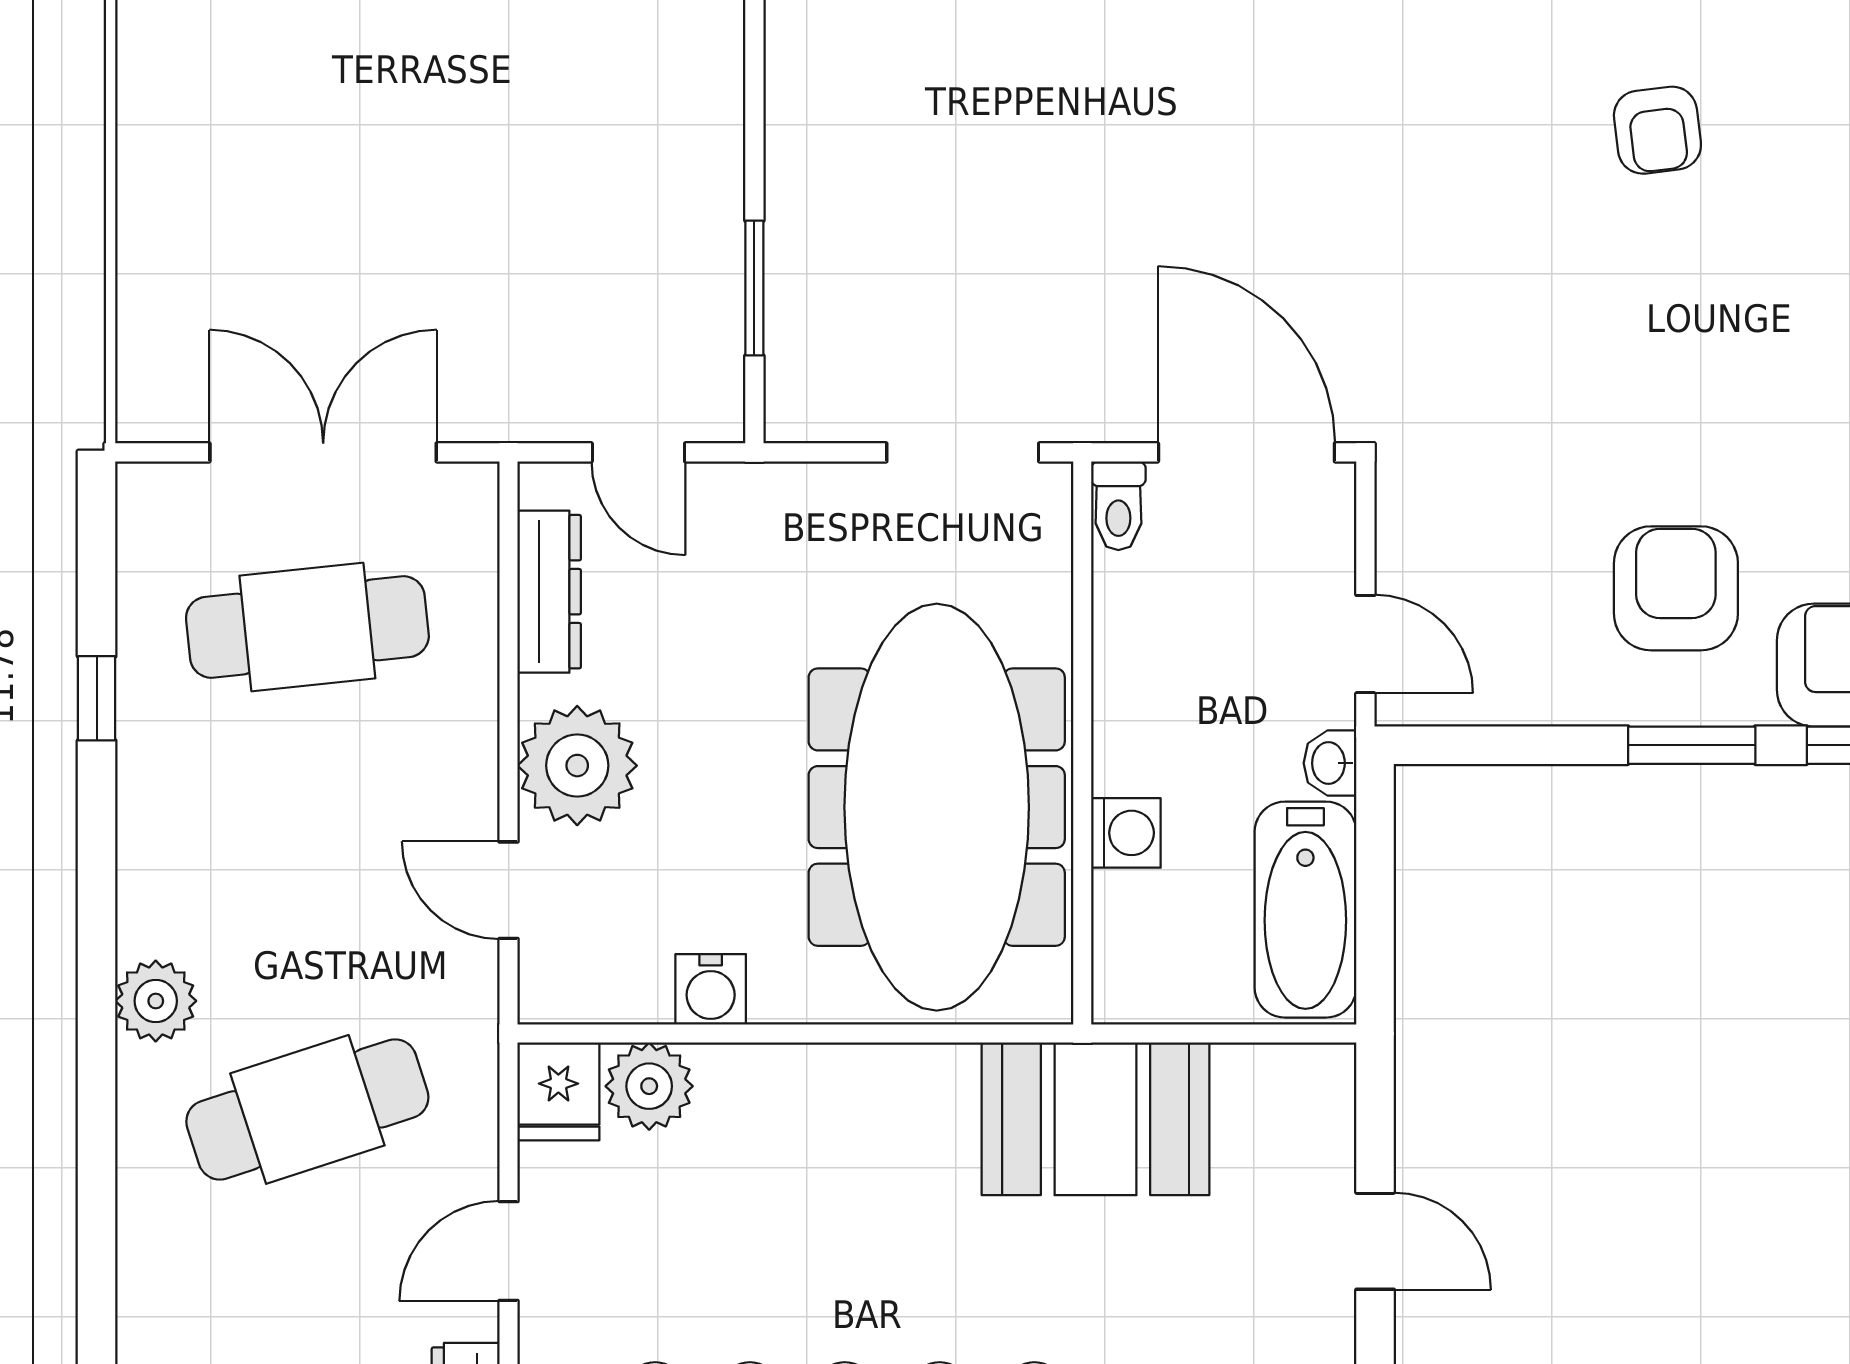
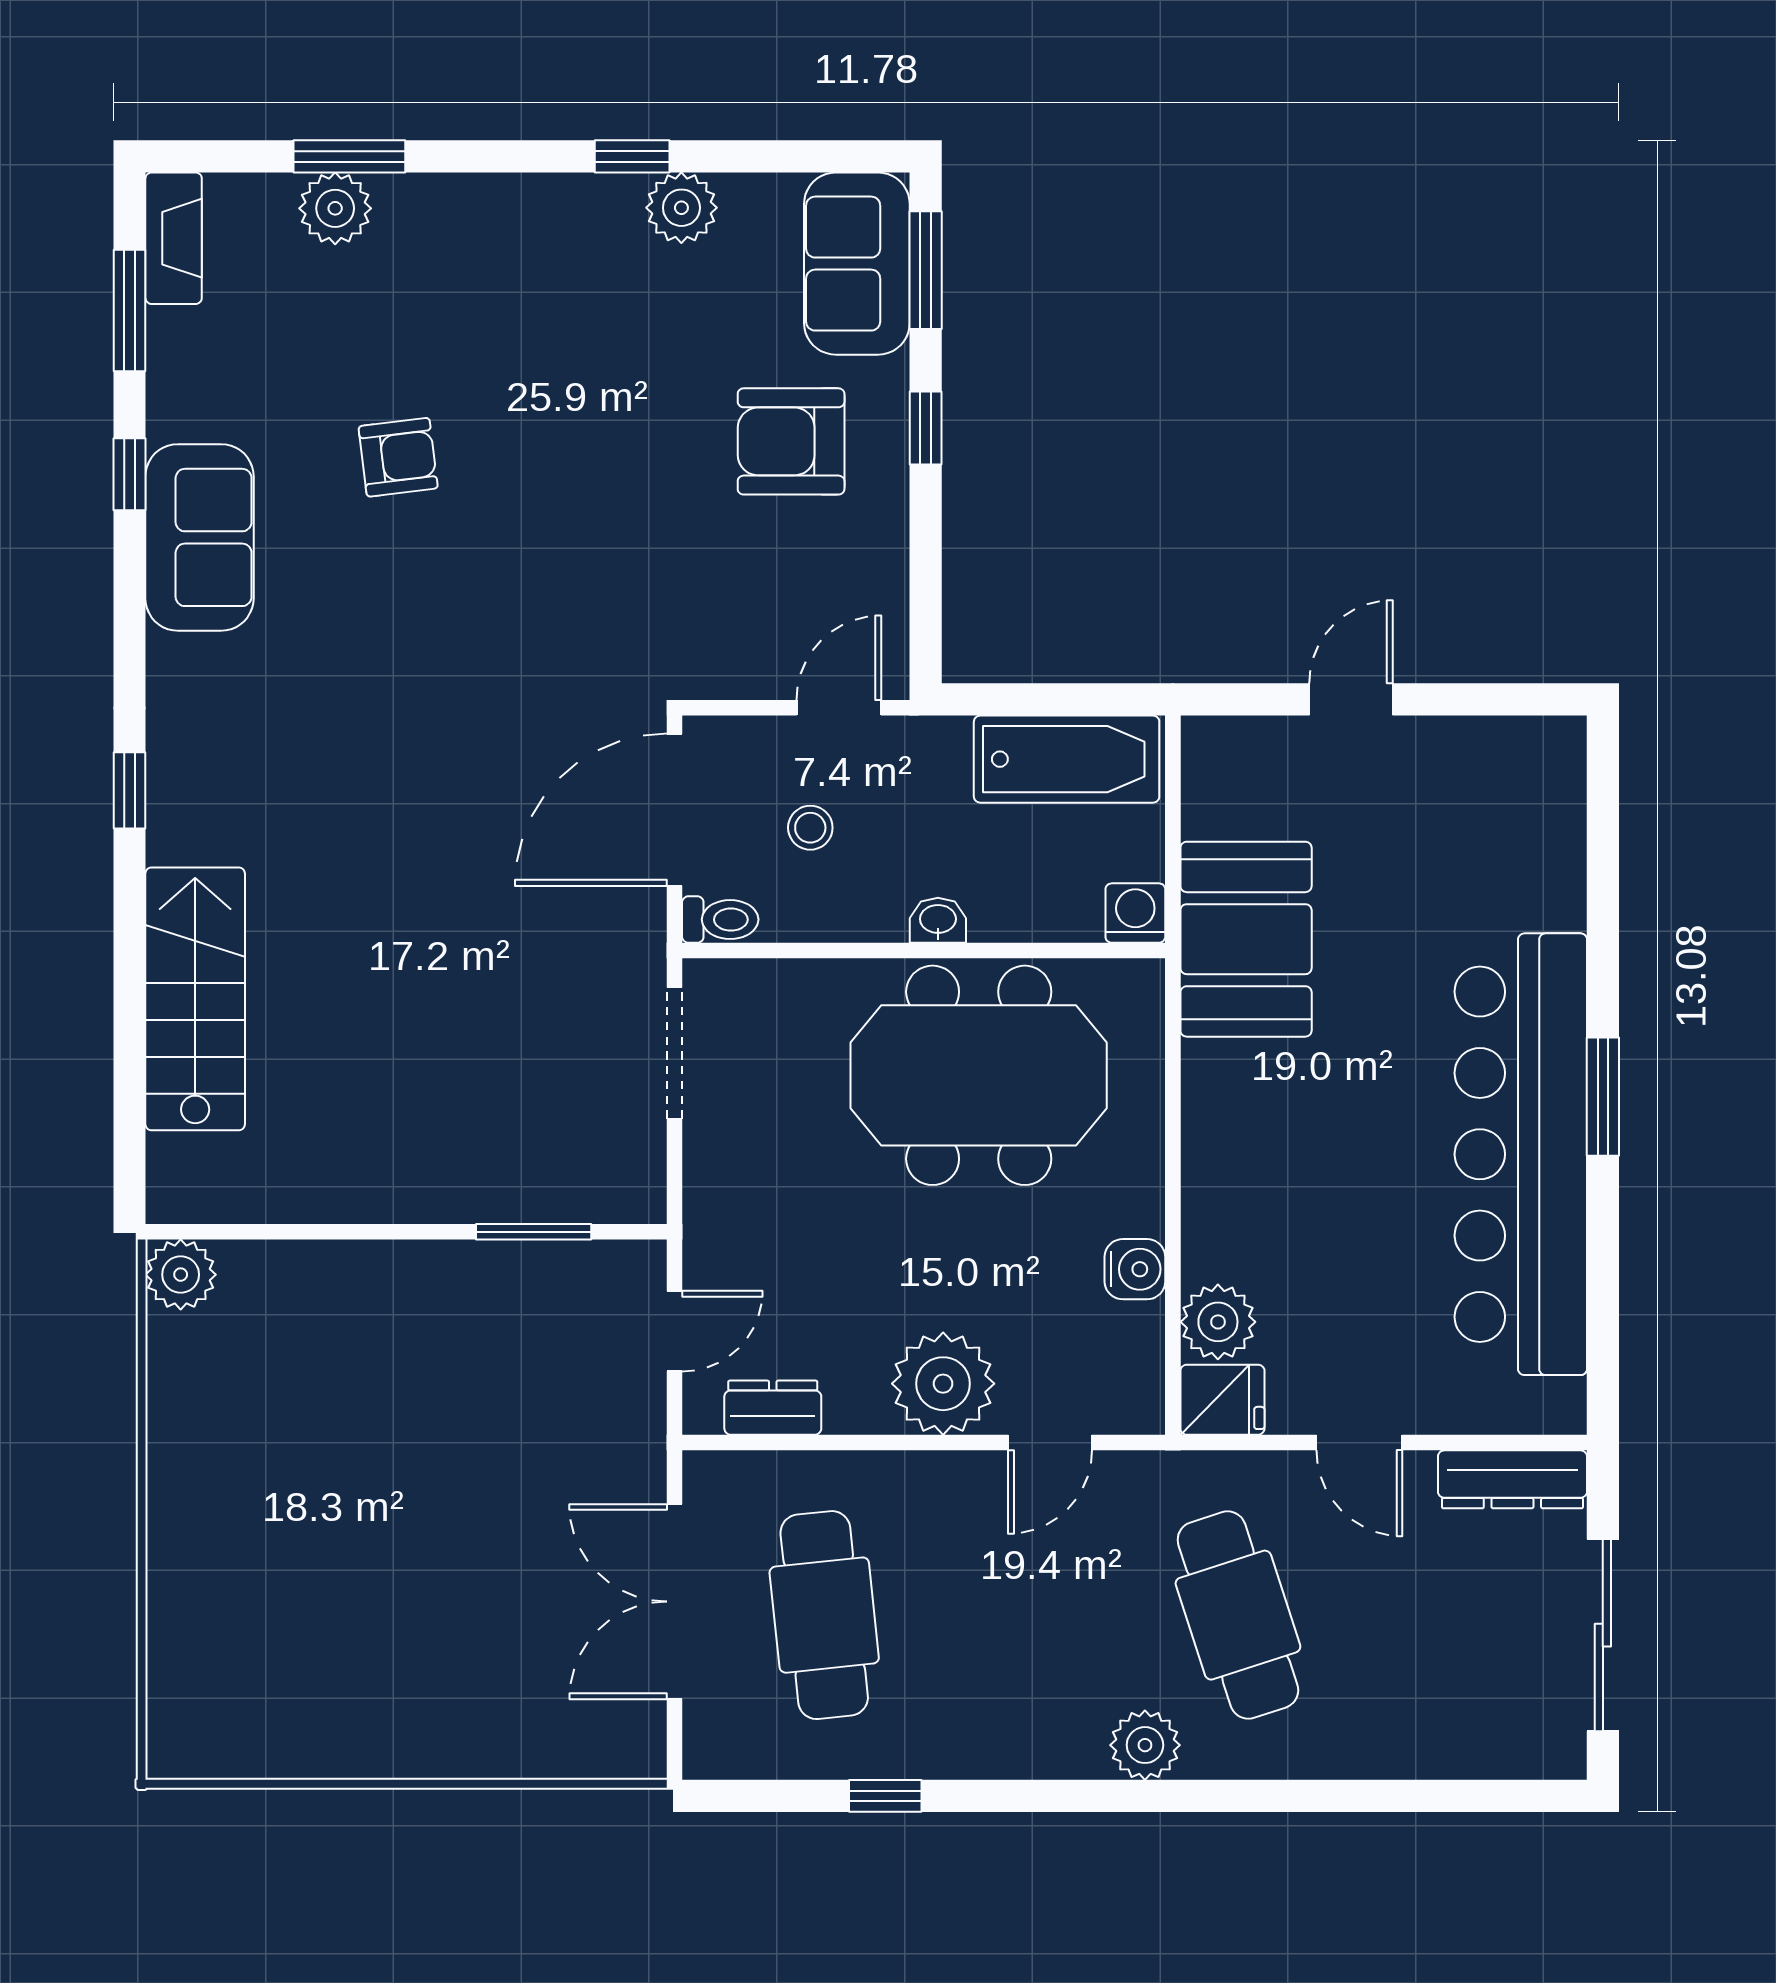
dresser: (549, 592) -> (773, 1408), width x0.70
stool: (1226, 611) -> (810, 828), added
window: (1692, 745) -> (926, 428), width x0.67
washbasin: (1330, 763) -> (938, 920), moved, turned 180
meeting table: (937, 807) -> (979, 1075), width x0.73
washing machine: (1126, 833) -> (1135, 913), moved

